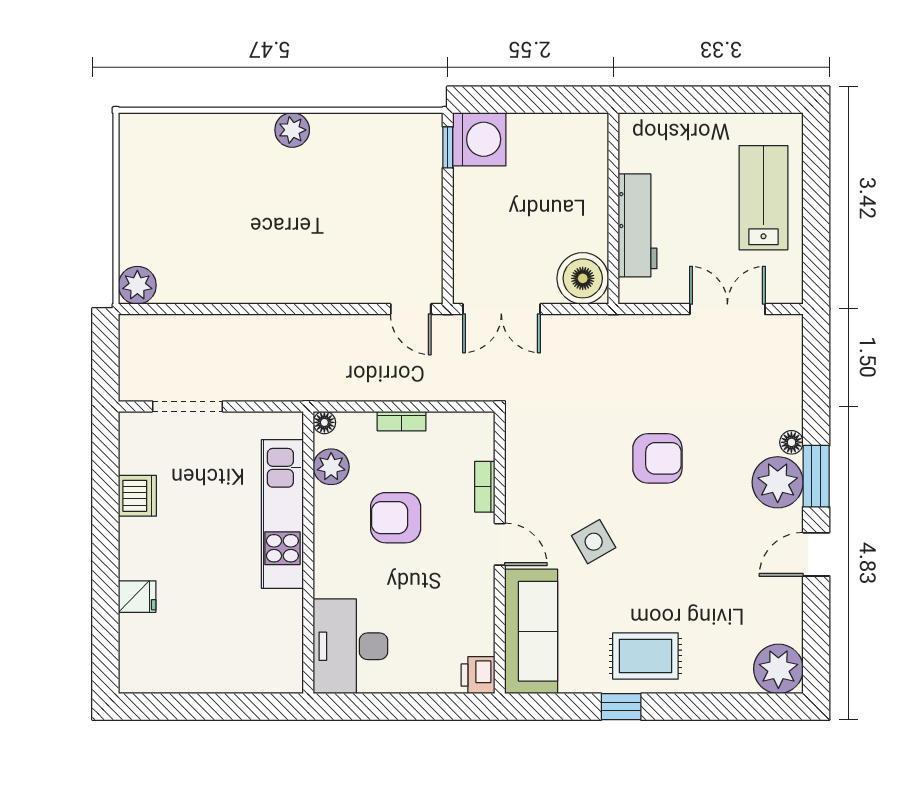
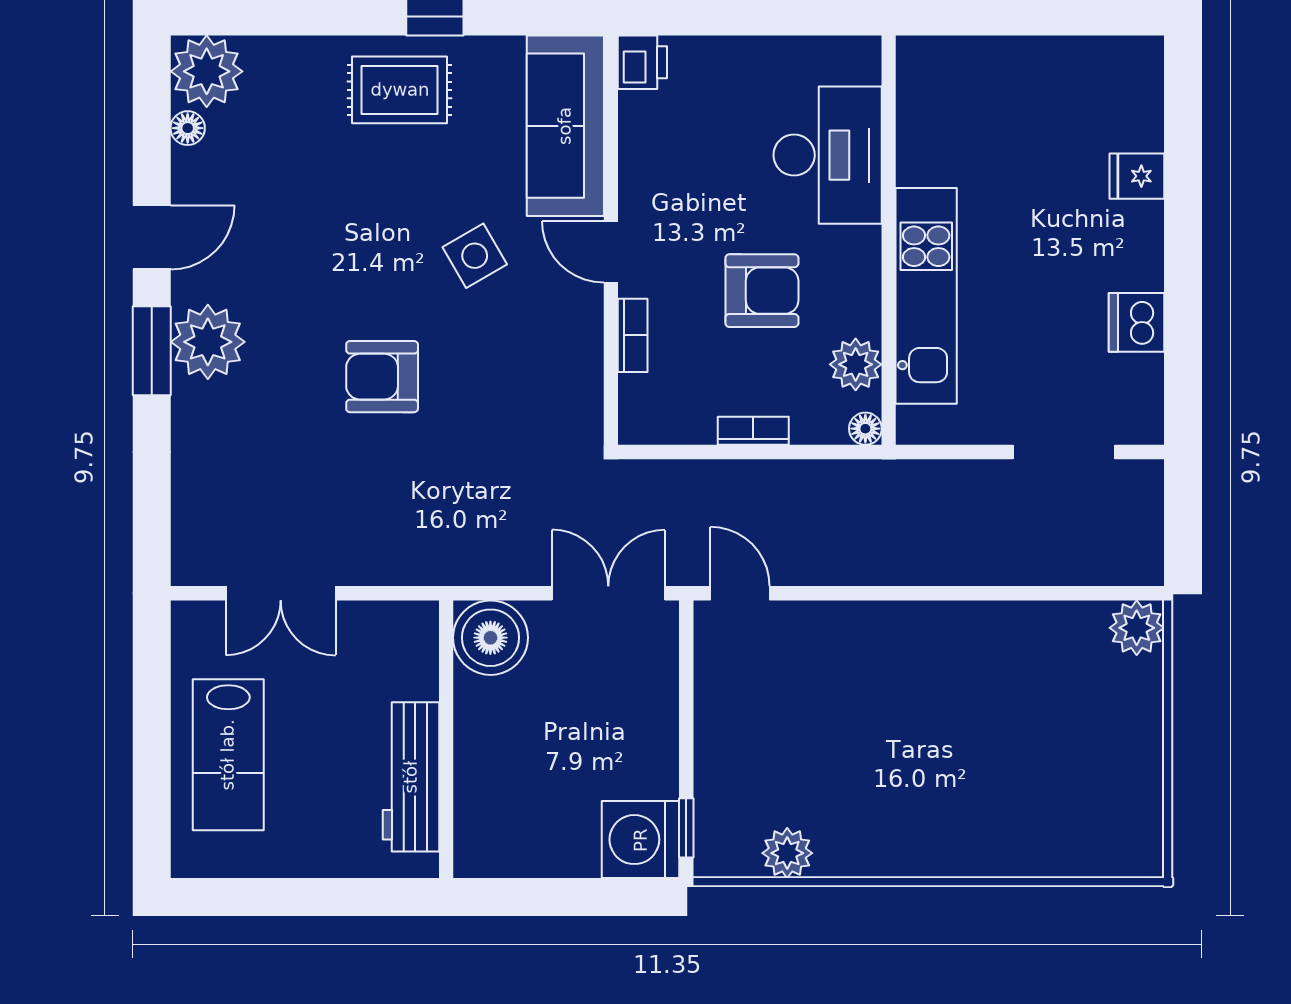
plant: (292, 130) -> (787, 853), moved
workbench: (638, 225) -> (411, 777), moved
floor lamp: (791, 442) -> (188, 128), moved
desk: (350, 646) -> (828, 155), moved

